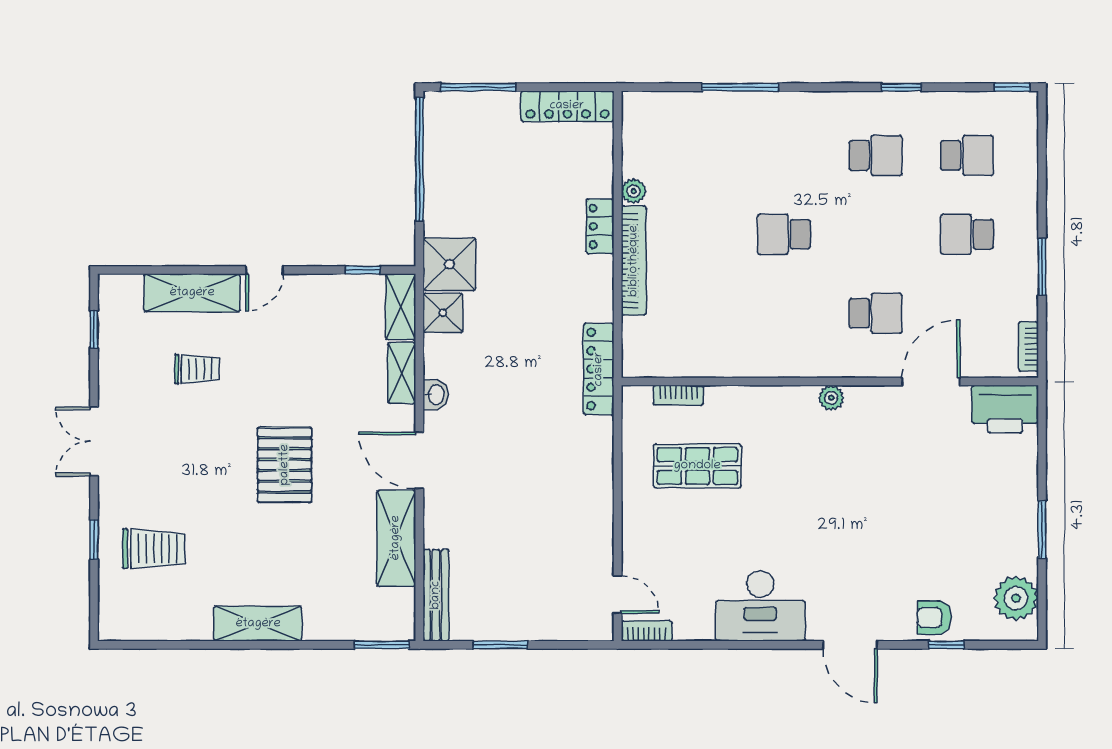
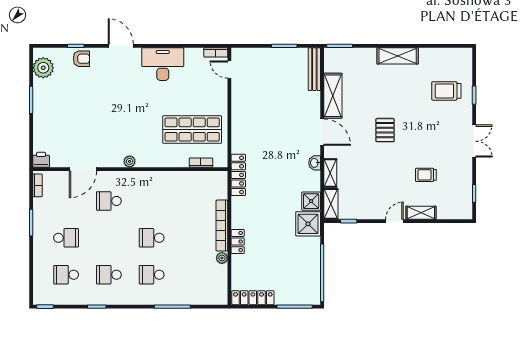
school desk: (784, 155) -> (152, 275), added
school desk: (784, 234) -> (152, 238), turned 180
shelving: (192, 293) -> (421, 213), width x0.67, depth x0.75
printer: (1005, 409) -> (41, 160), width x0.53, depth x0.68
pallet: (285, 465) -> (385, 130), width x0.67, depth x0.71
shop shelf: (697, 466) -> (192, 130), width x1.43, depth x1.36

